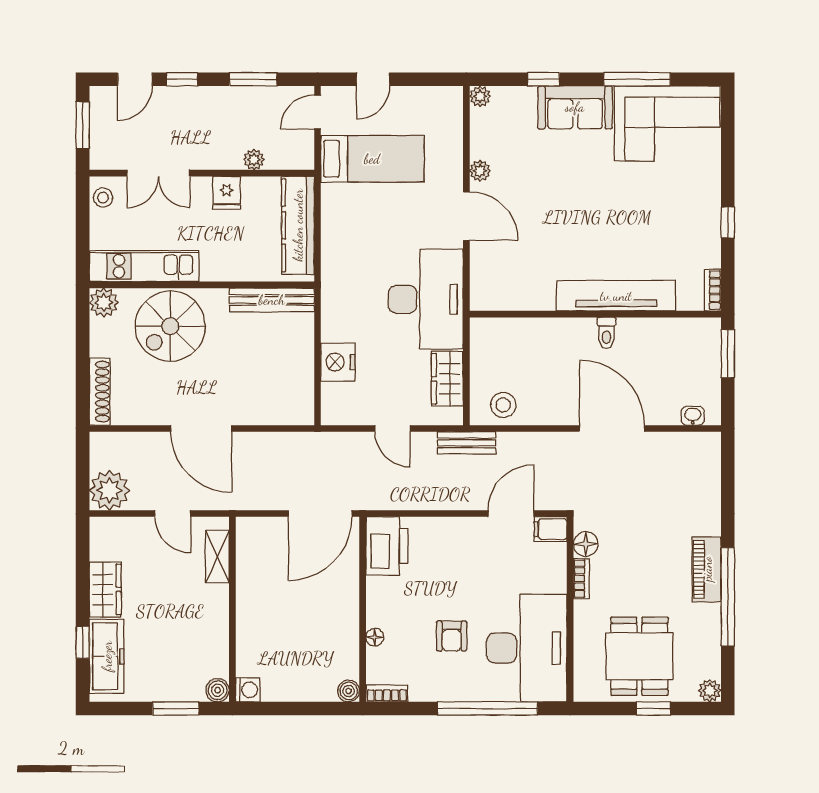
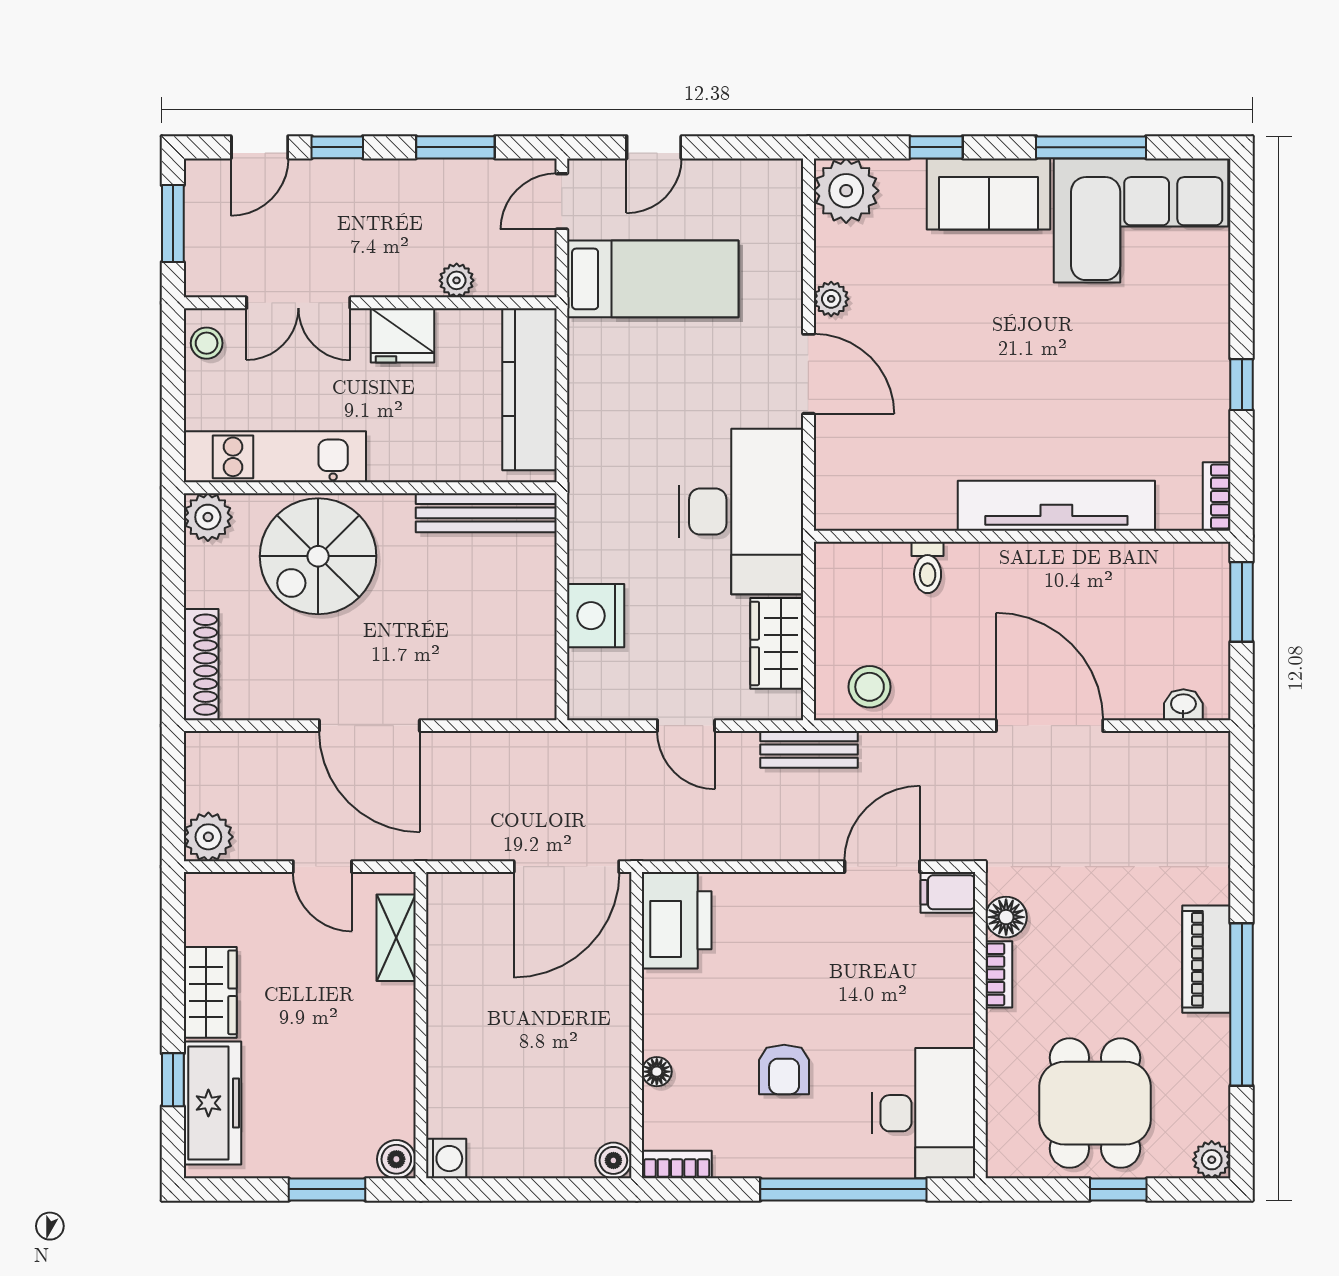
plant: (480, 96) -> (846, 191), width x1.87, depth x1.87
fridge: (227, 193) -> (403, 335), width x1.38
toilet: (606, 333) -> (928, 567), moved
plant: (109, 490) -> (208, 837), width x0.73, depth x0.73
desk: (527, 648) -> (924, 1113), width x0.73, depth x0.77

